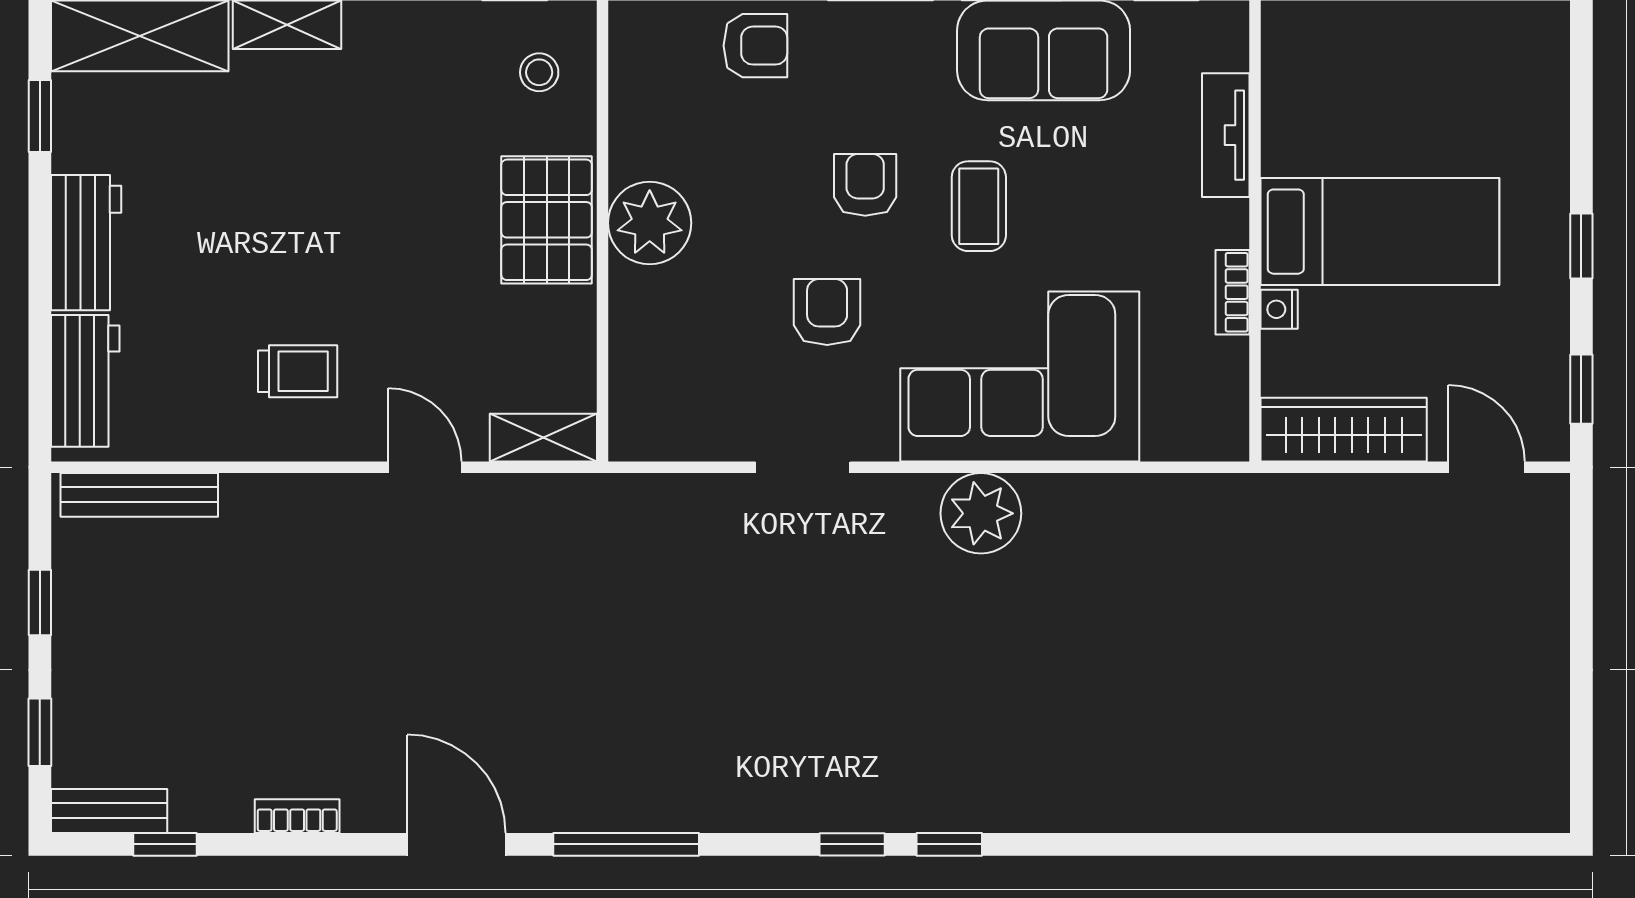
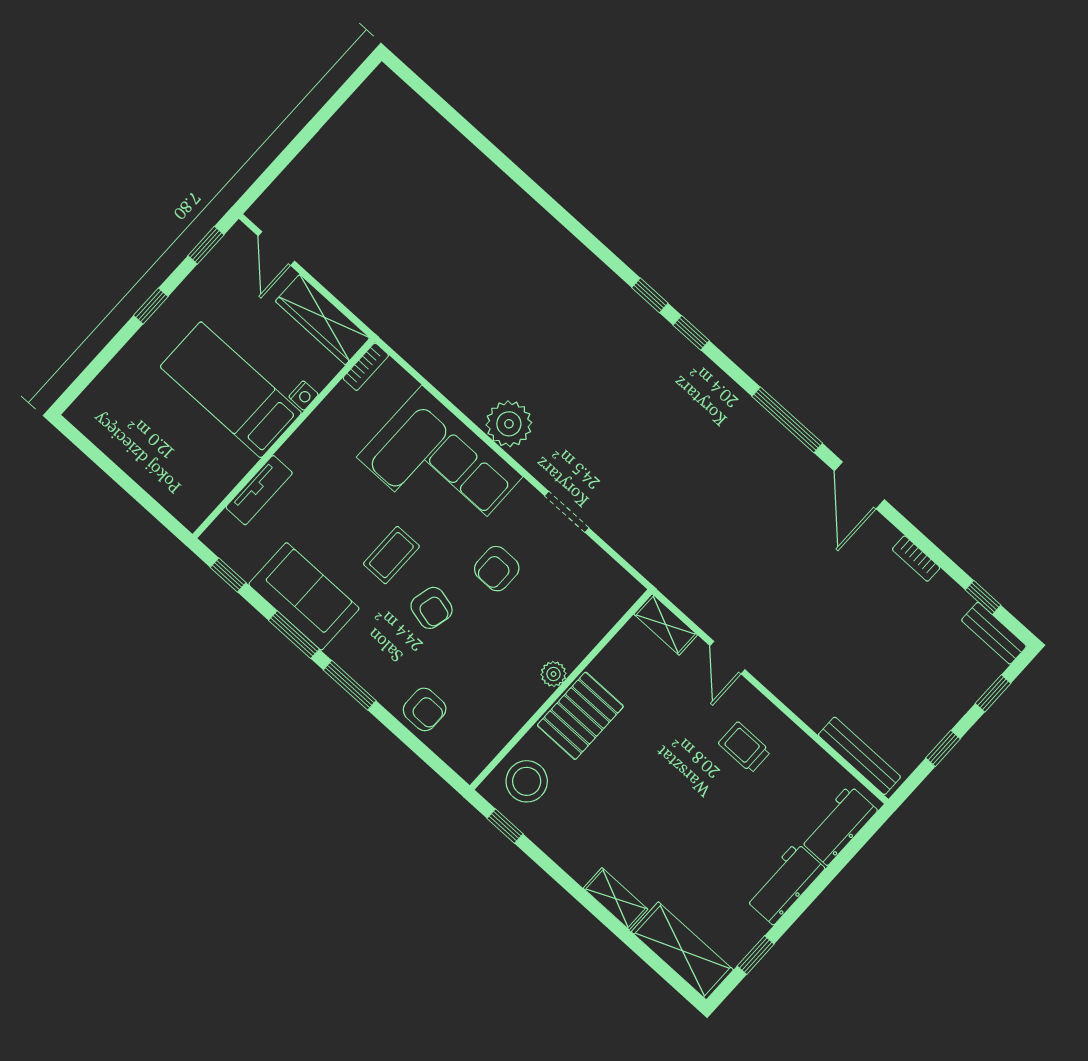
armchair: (755, 46) -> (425, 709), turned 180
stool: (539, 72) -> (527, 781), width x1.89, depth x1.89
armchair: (865, 185) -> (432, 608), turned -76
plant: (650, 223) -> (553, 674), width x0.53, depth x0.53
bookcase: (1233, 292) -> (366, 367), moved

